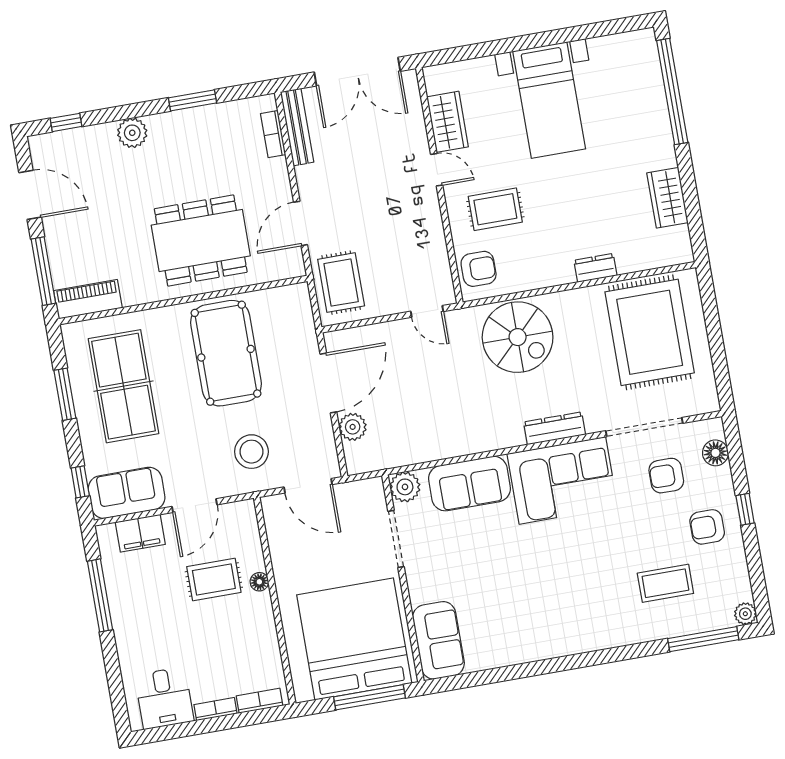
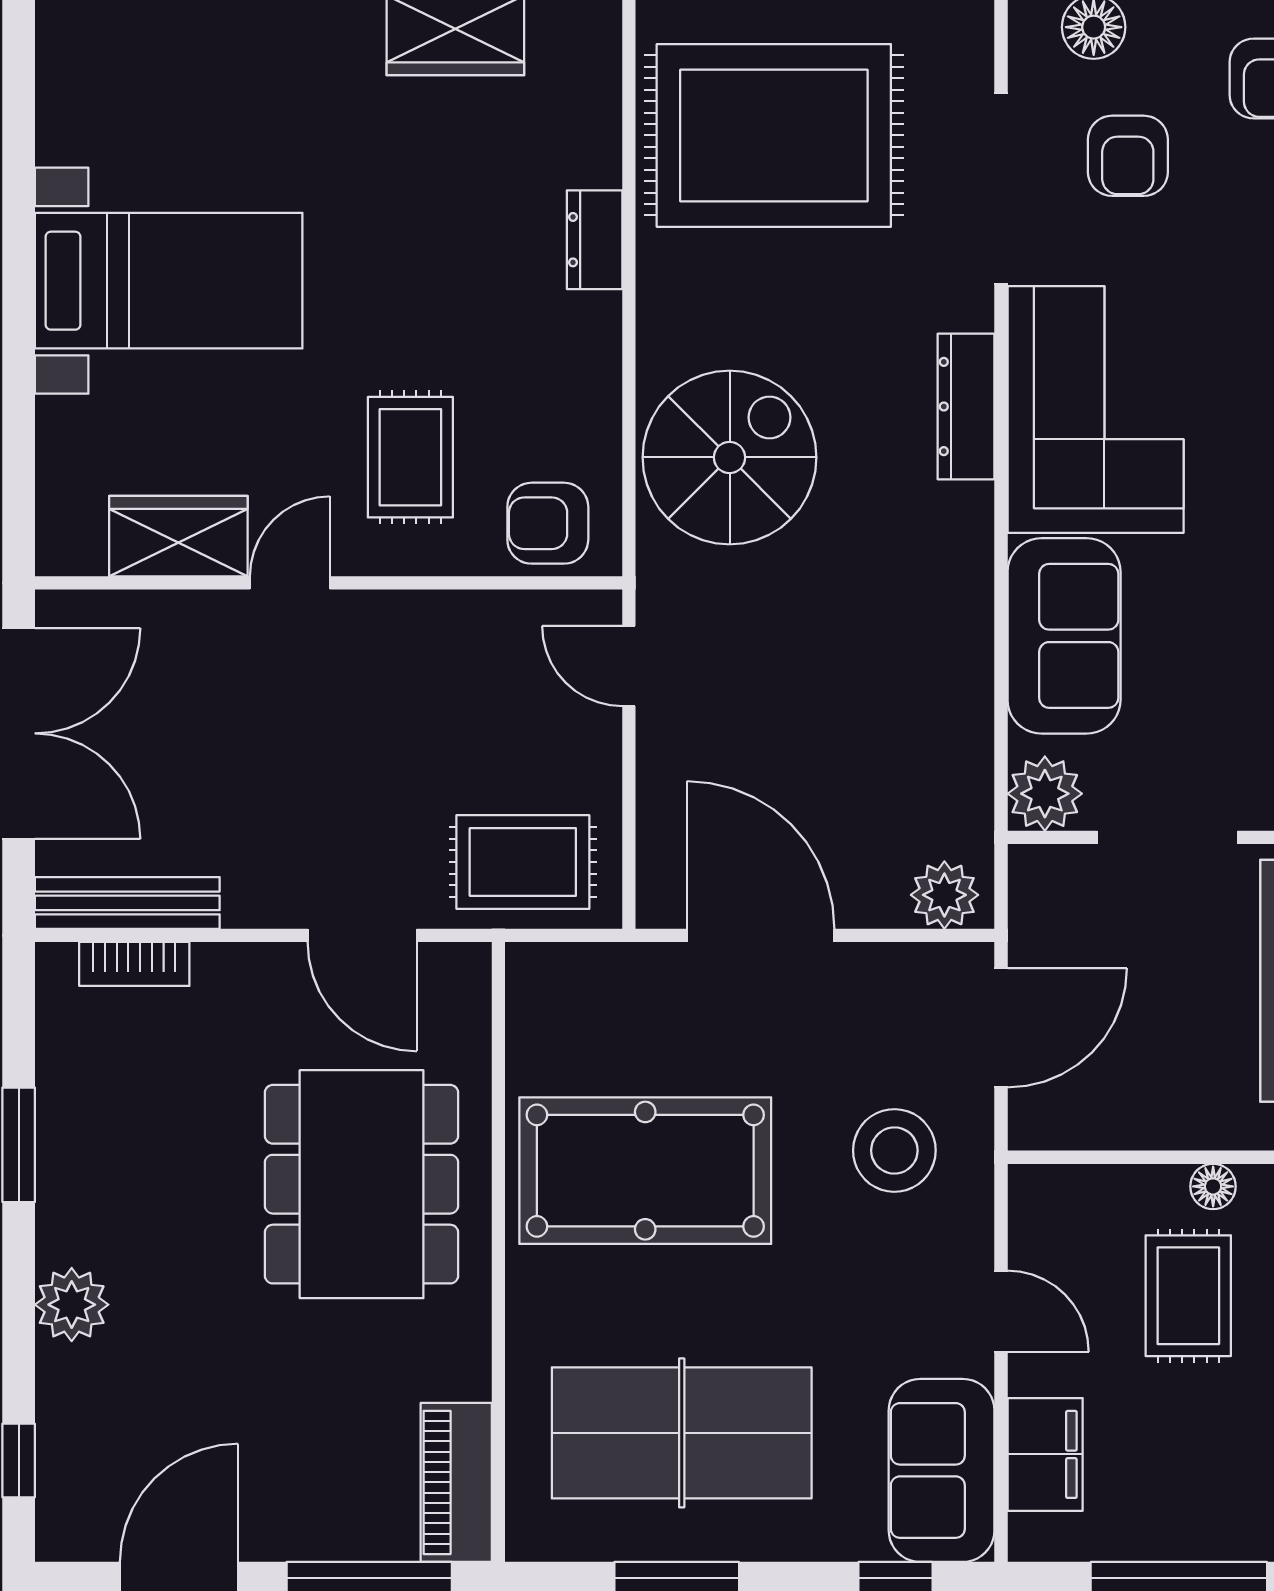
armchair: (479, 269) -> (548, 523), turned -90
door: (427, 311) -> (629, 666), swing flipped
plant: (353, 427) -> (944, 895), moved
door: (195, 506) -> (1001, 1311), width x0.73

